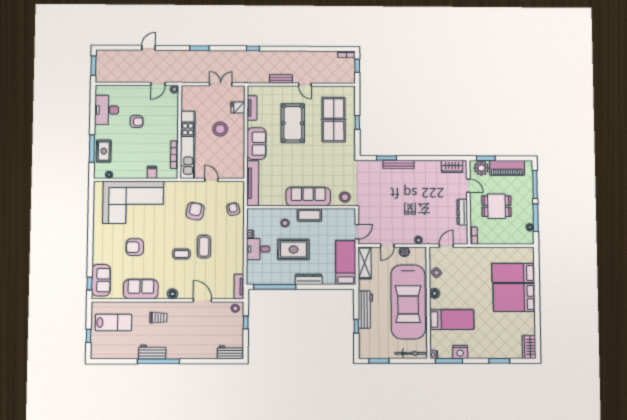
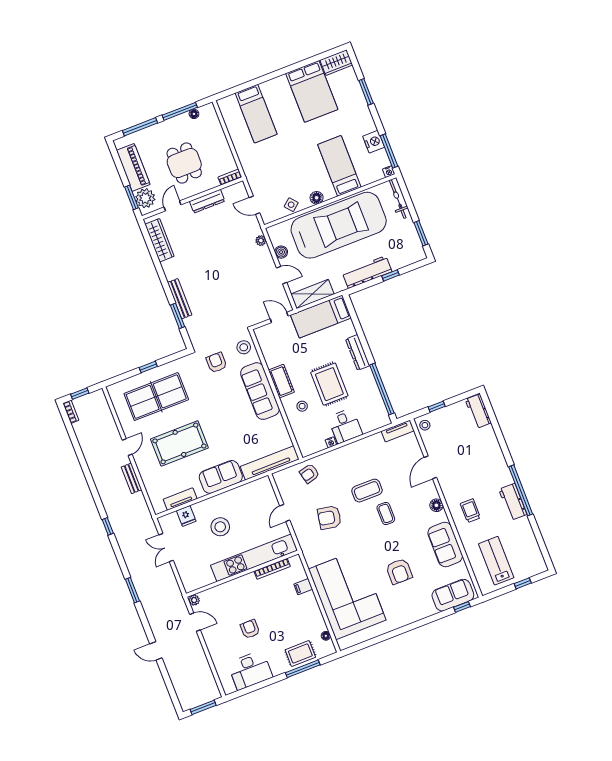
wardrobe: (452, 166) -> (160, 240), width x1.50
armchair: (341, 173) -> (216, 363), added
bed: (514, 298) -> (312, 91), moved

